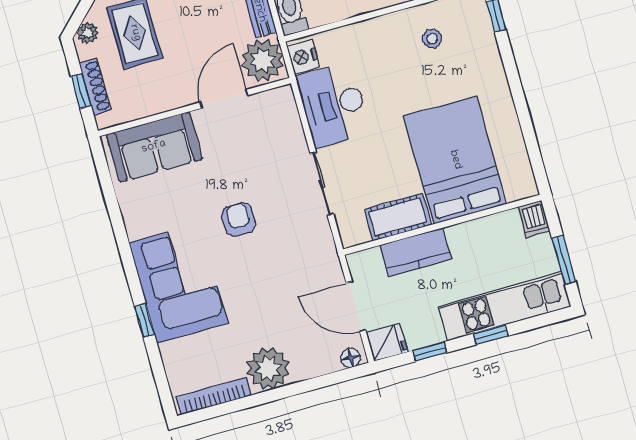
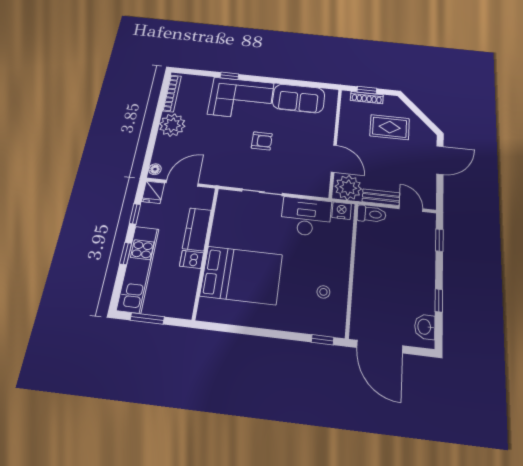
plant: (87, 33) -> (398, 104), removed
sofa: (154, 147) -> (299, 98), moved, turned -90
cot: (398, 217) -> (223, 227), removed
dishwasher: (534, 219) -> (192, 259), moved

